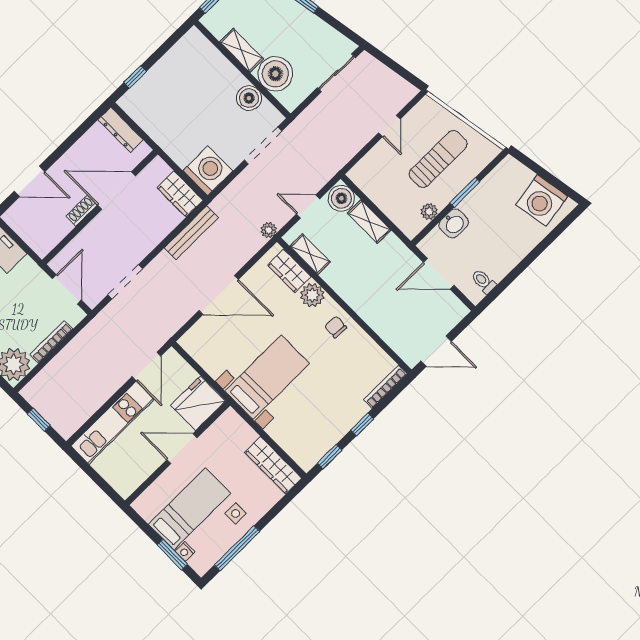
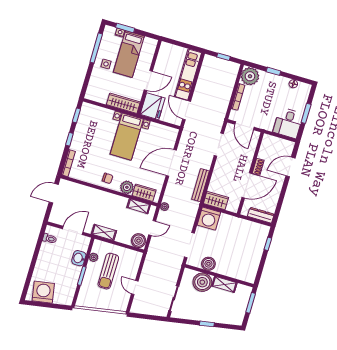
sun lounger: (438, 159) -> (108, 271), moved
shelving: (369, 222) -> (104, 232), moved
wardrobe: (273, 465) -> (123, 103), moved

